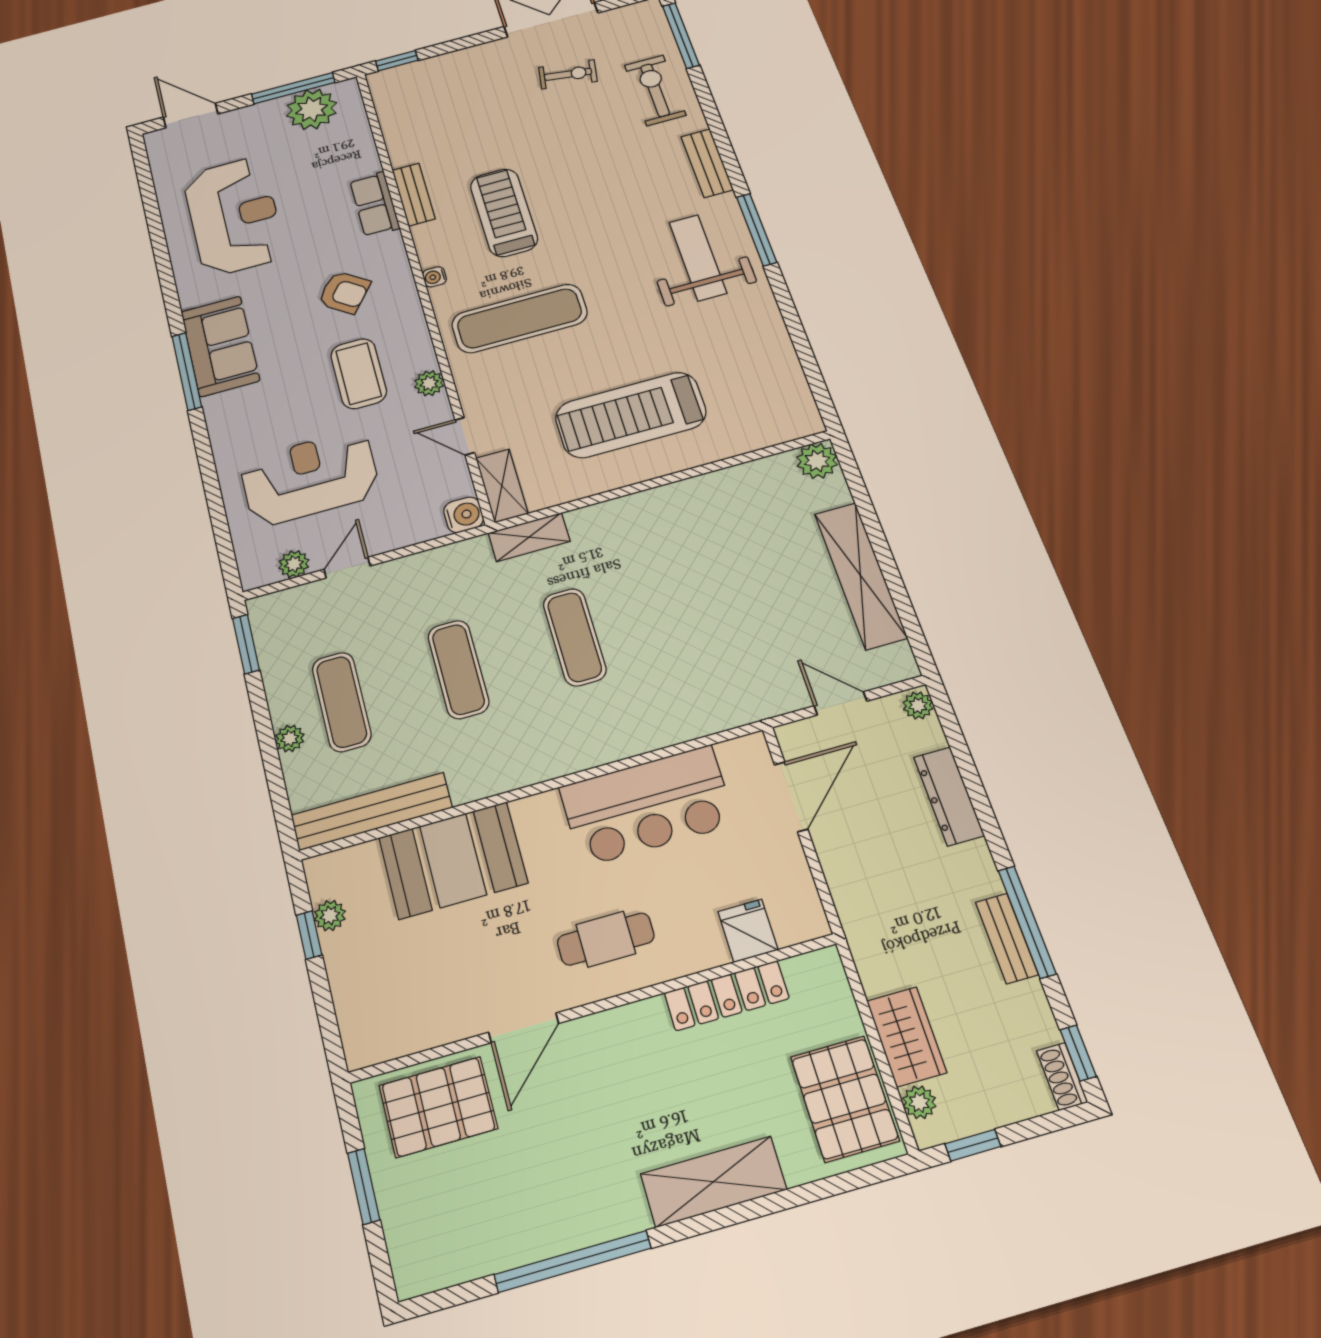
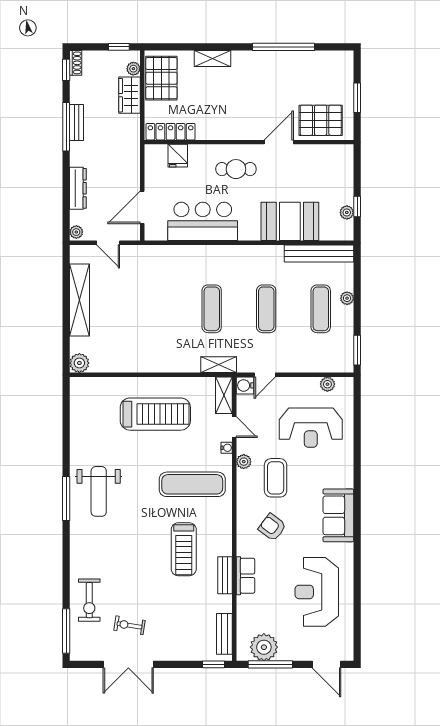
bench: (707, 163) -> (224, 634), moved
water cooler: (434, 277) -> (227, 448), moved
window: (187, 371) -> (357, 506), removed
door: (347, 568) -> (265, 375), moved
locker: (727, 996) -> (171, 132), moved
shelving: (713, 1182) -> (212, 59), width x0.67, depth x0.75

